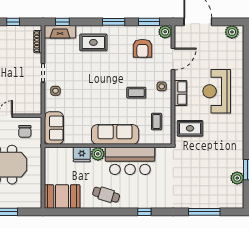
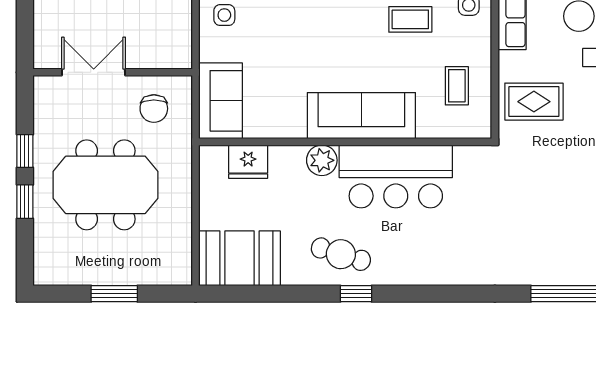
fridge: (82, 155) -> (248, 162), moved
window: (144, 212) -> (356, 294), moved

